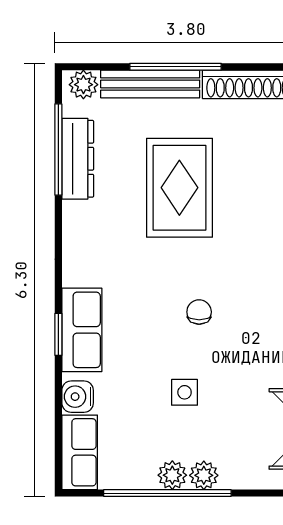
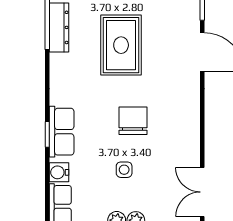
chair: (199, 312) -> (133, 121), width x1.87, depth x1.87

